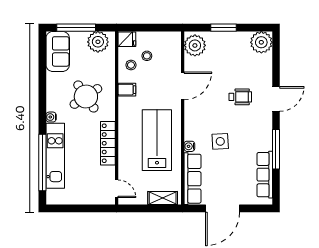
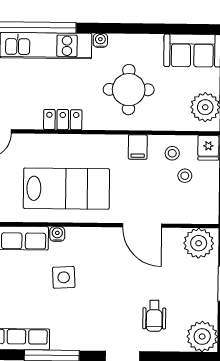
round table: (86, 96) -> (129, 90), turned 34
wheelchair: (240, 97) -> (154, 316), moved
locker: (108, 143) -> (63, 120), width x0.66

